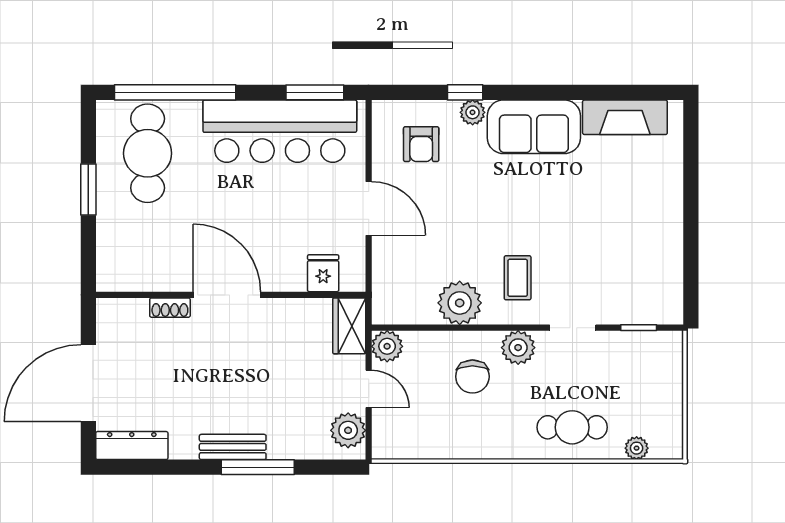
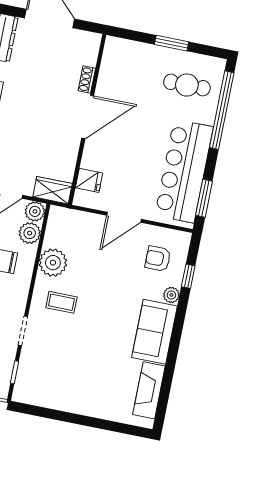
window: (465, 92) -> (188, 276), moved
cafe table: (148, 153) -> (187, 85), width x0.73, depth x0.74
plant: (518, 348) -> (30, 233), moved

